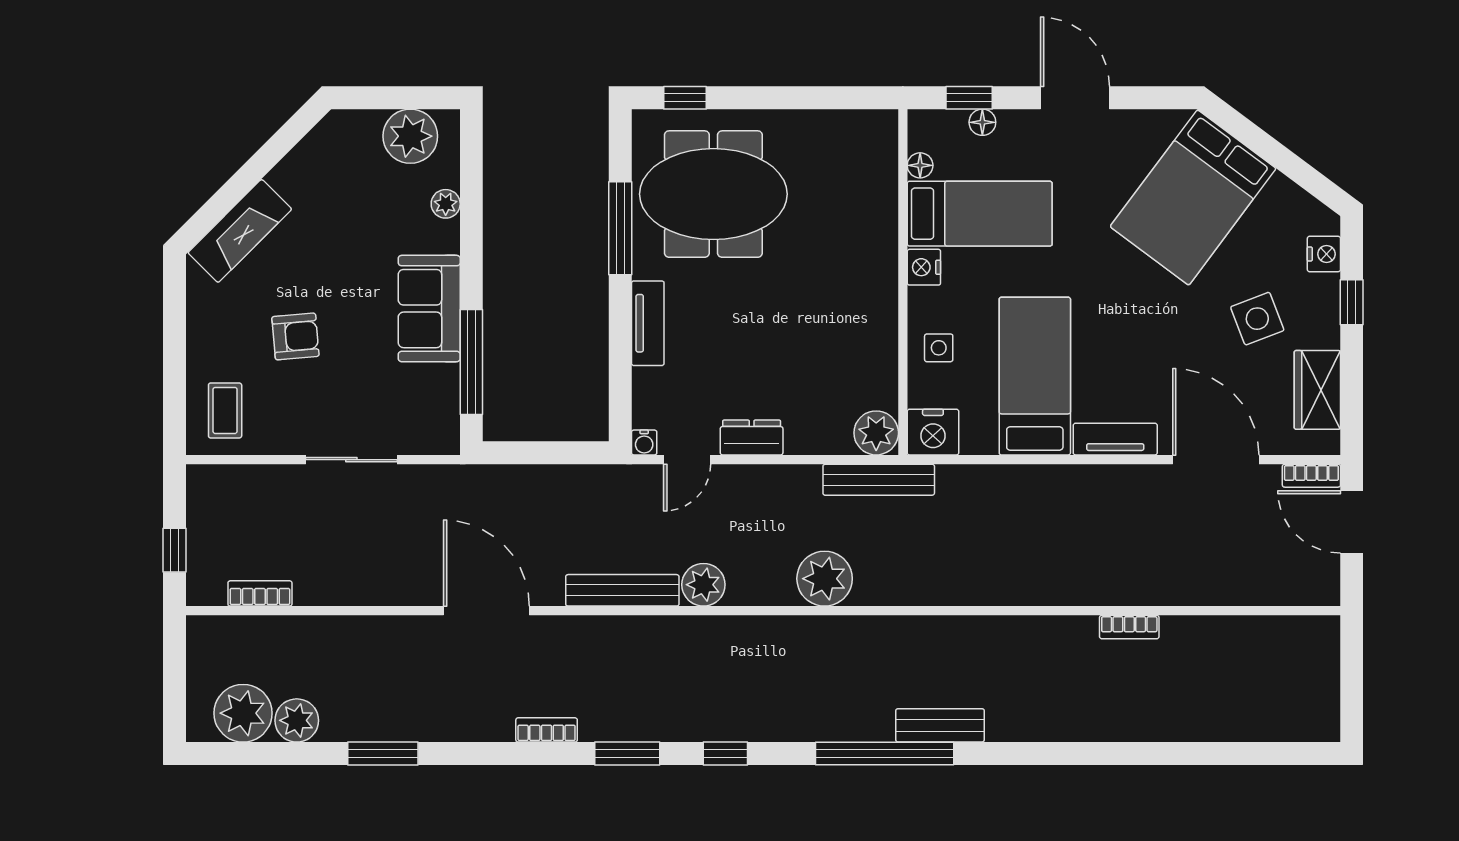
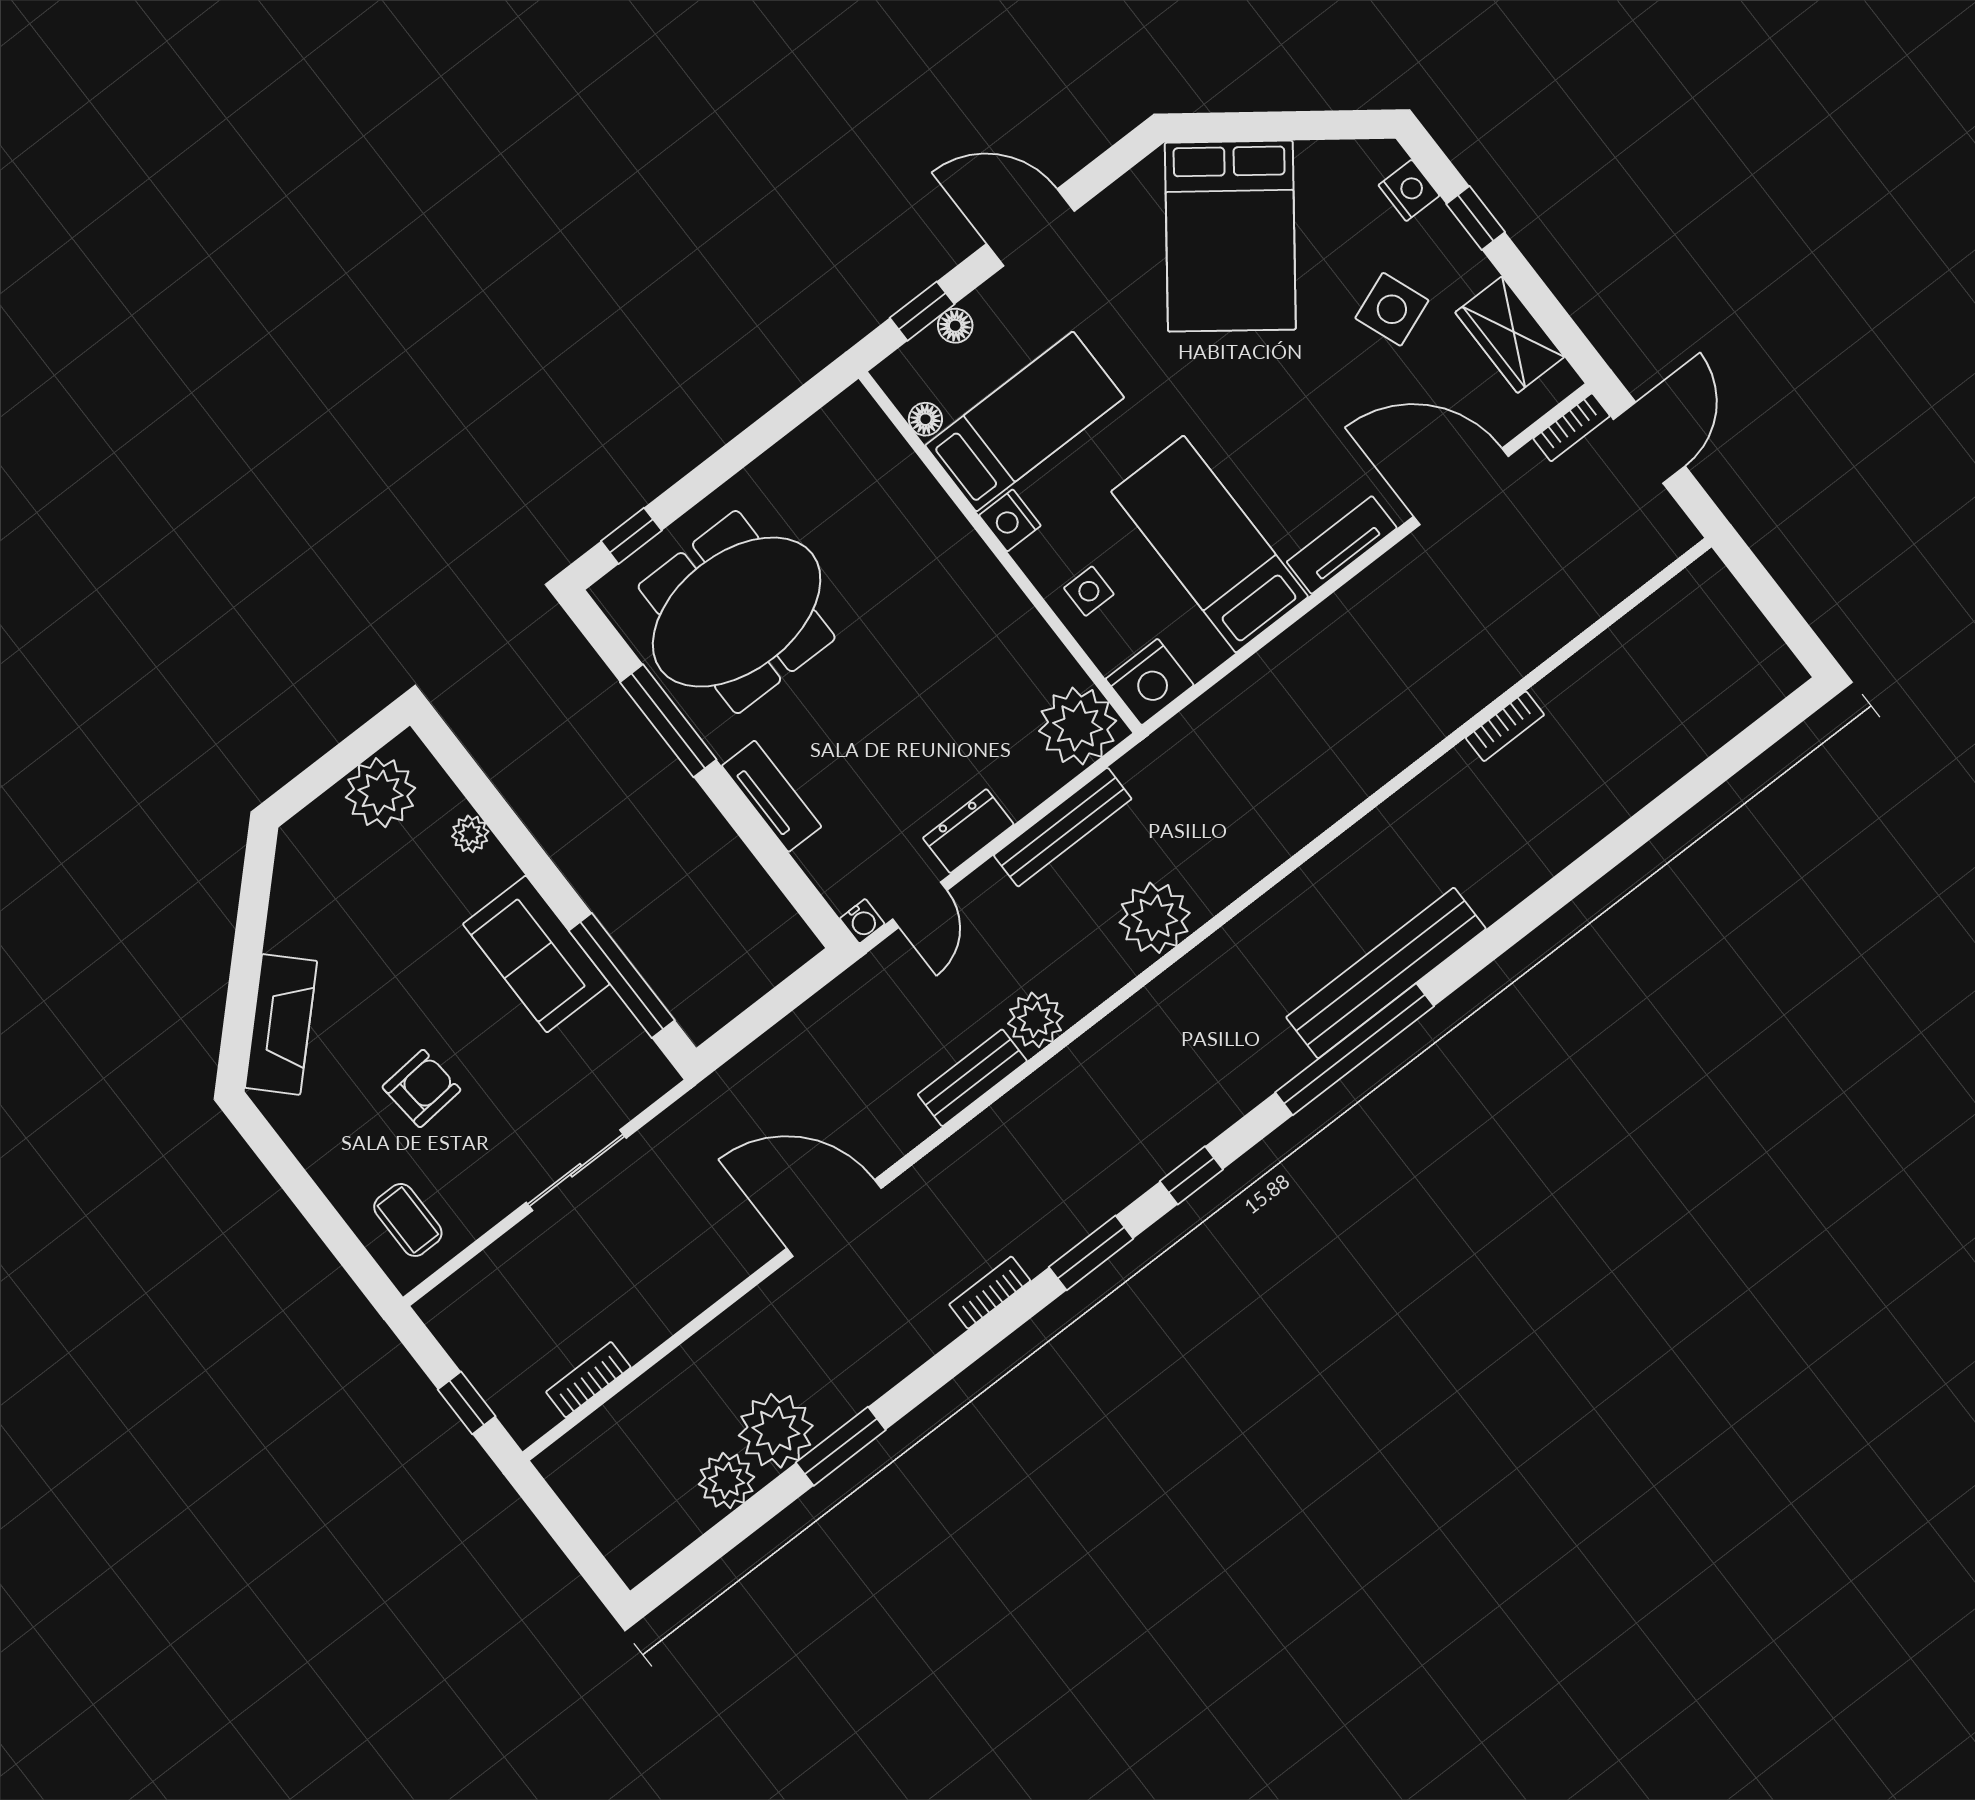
plant: (876, 433) -> (1078, 726), width x1.36, depth x1.36
bench: (879, 480) -> (1063, 827), moved
door: (1352, 522) -> (1649, 443), swing flipped
bench: (622, 590) -> (972, 1078), width x0.73
plant: (243, 713) -> (776, 1431), moved
bench: (940, 725) -> (1386, 973), width x1.86, depth x1.21

